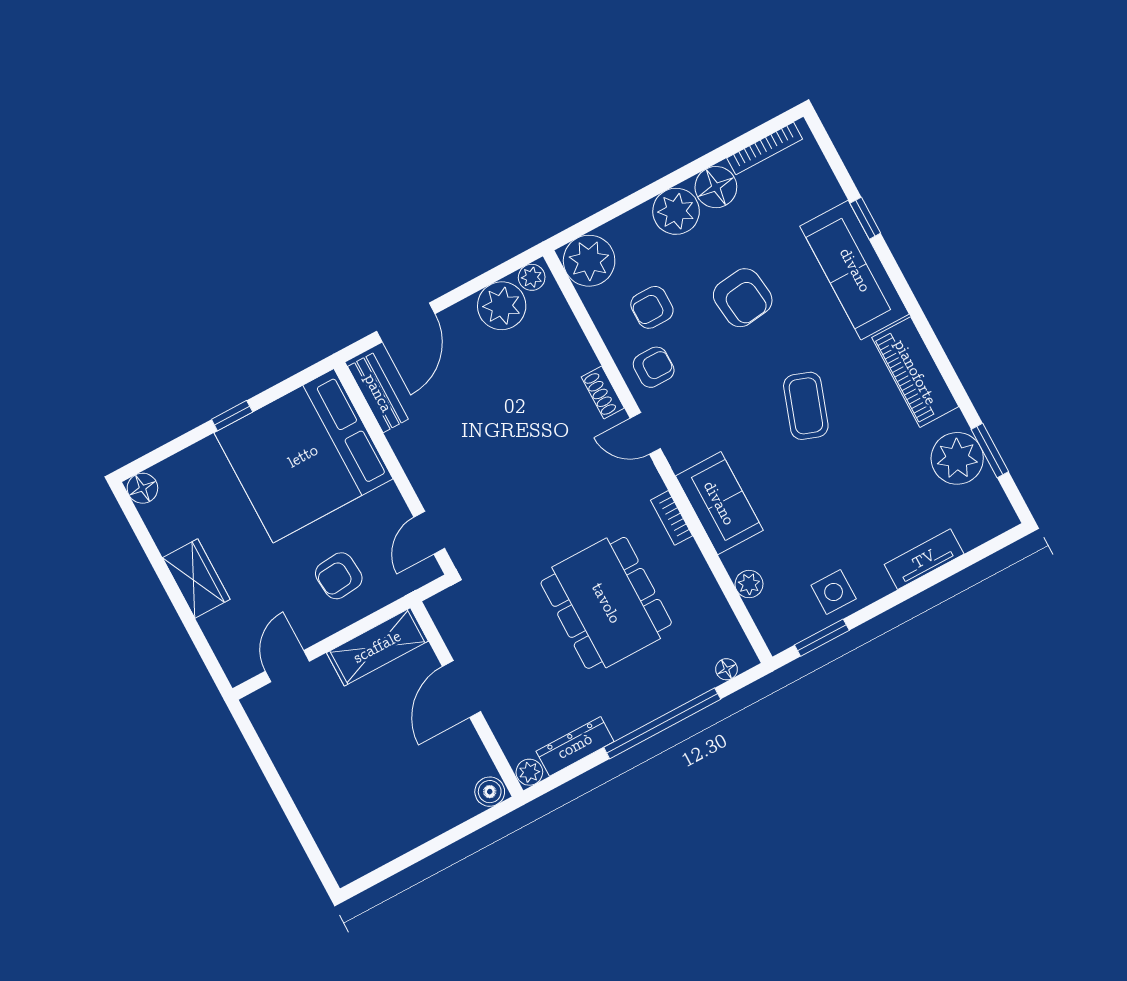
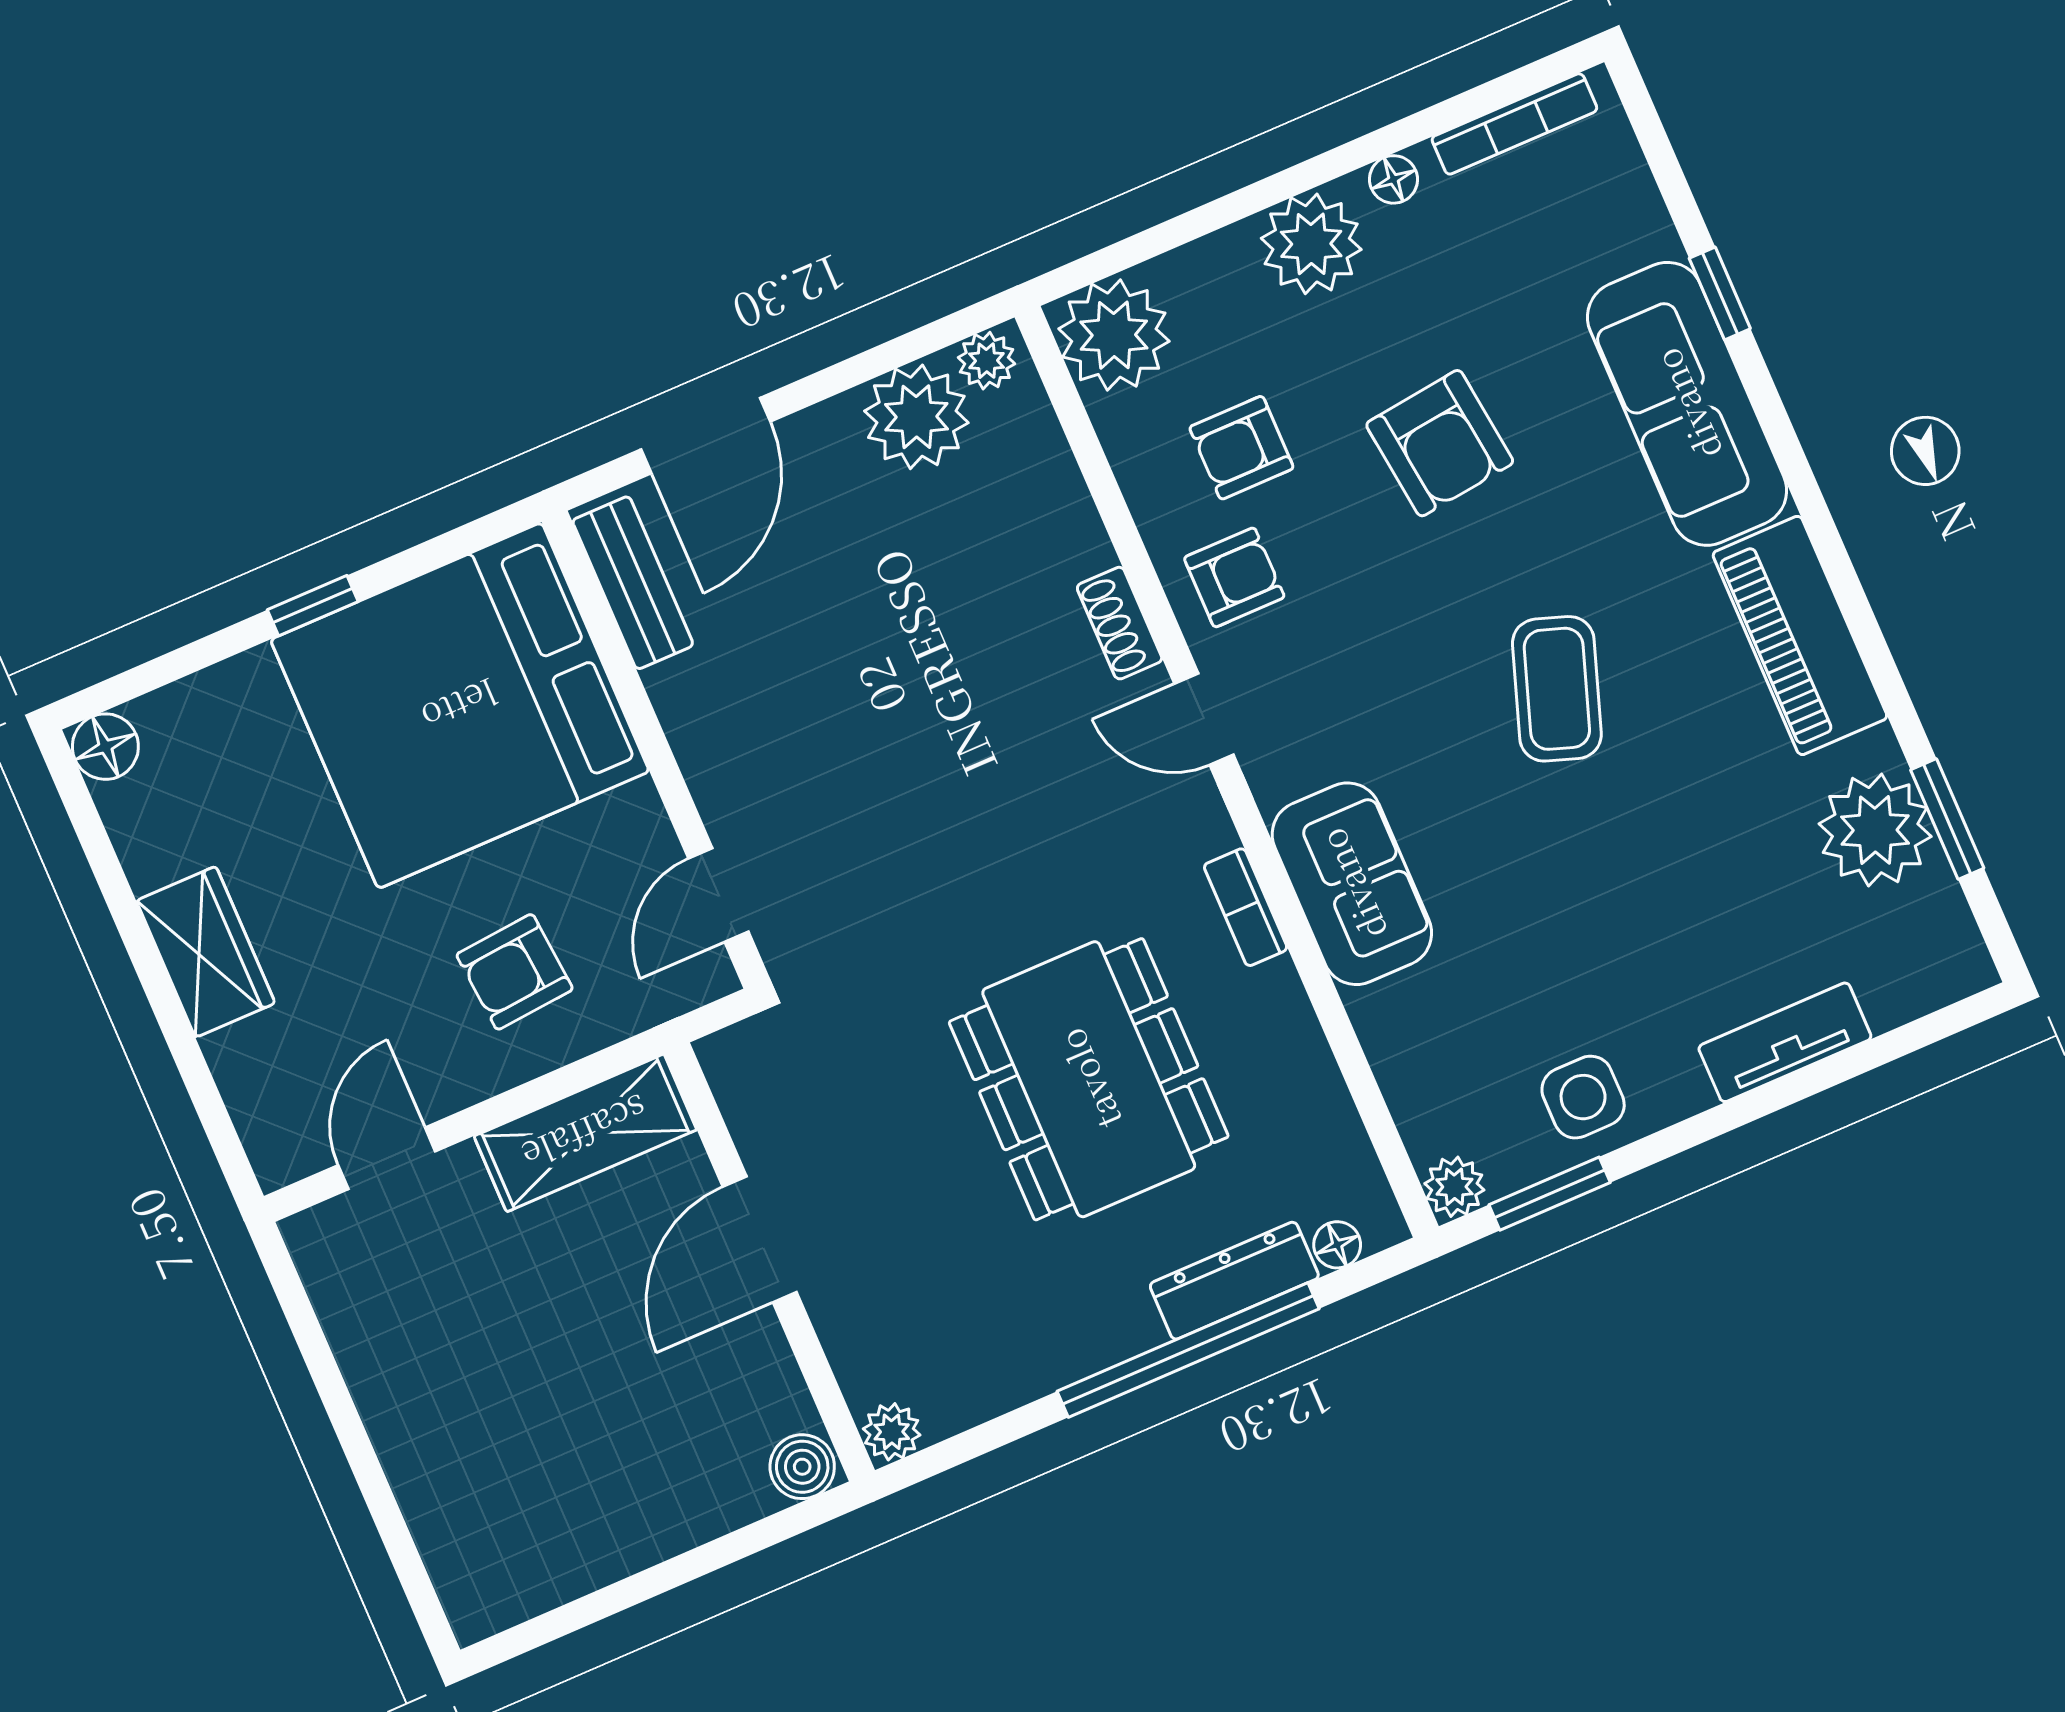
floor lamp: (716, 187) -> (1393, 179), width x0.53, depth x0.53
plant: (749, 584) -> (1454, 1187), moved
dresser: (575, 746) -> (1234, 1281), moved

